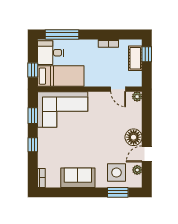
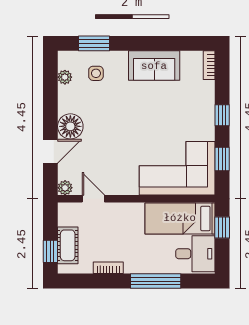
window: (62, 35) -> (156, 281), moved
door: (147, 154) -> (50, 151), moved
side table: (116, 173) -> (96, 73), width x0.54, depth x0.54

